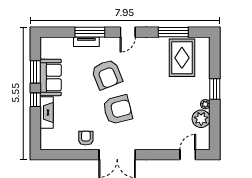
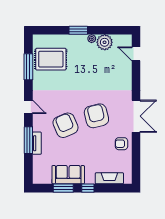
armchair: (107, 74) -> (65, 125), turned -91
fireplace: (47, 113) -> (109, 178), moved

